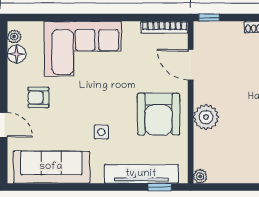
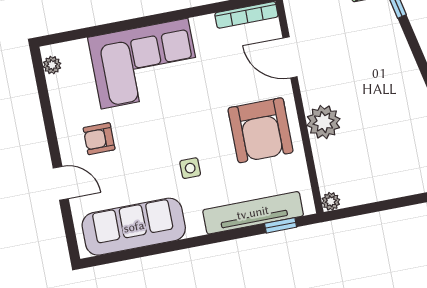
floor lamp: (17, 54) -> (60, 87), removed

